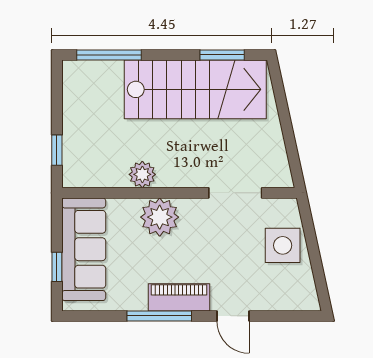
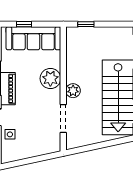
plant: (142, 174) -> (73, 91), moved
side table: (283, 245) -> (10, 134), moved, width x0.54, depth x0.54

